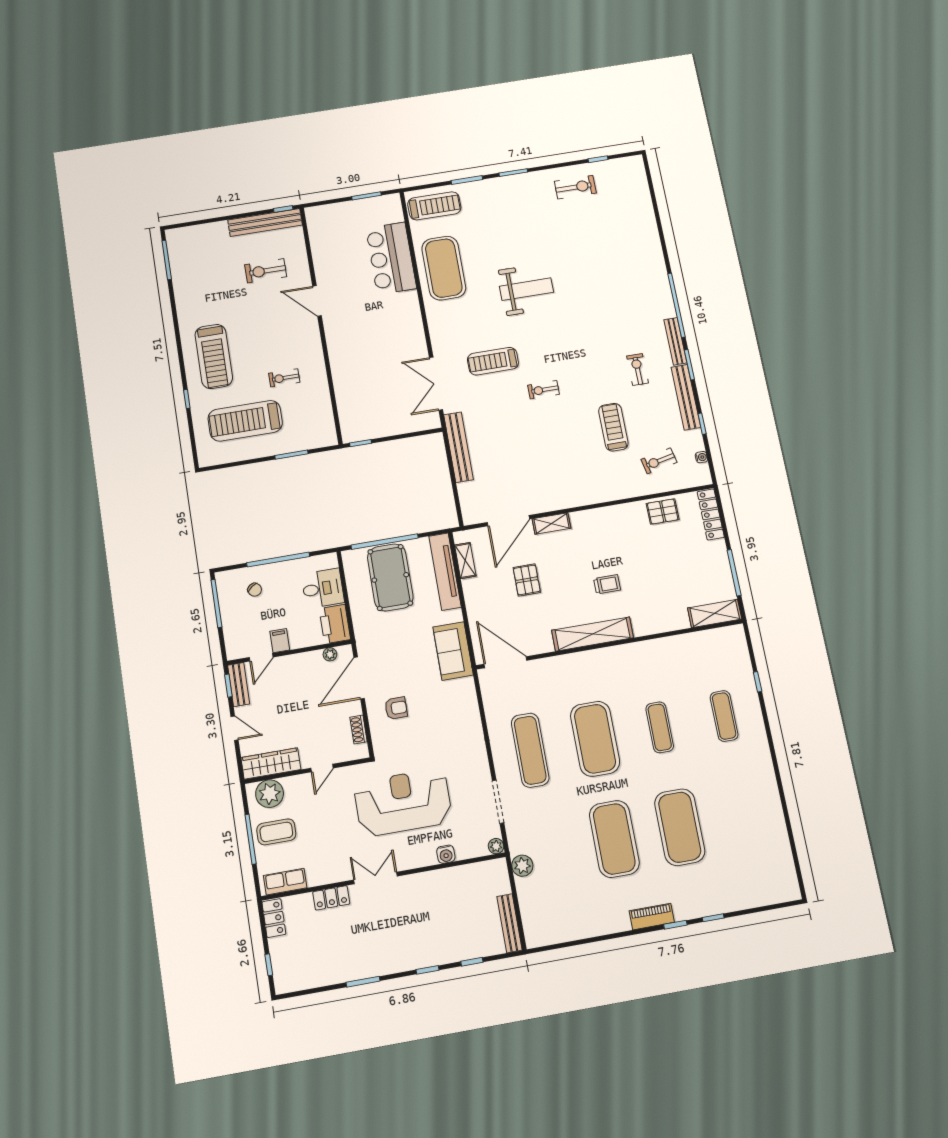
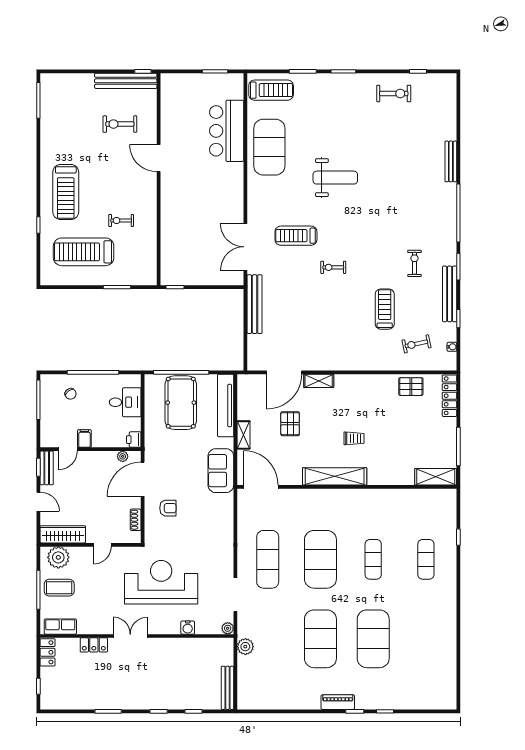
bench: (675, 341) -> (451, 161), moved
shelving: (465, 561) -> (243, 435), moved
printer: (335, 624) -> (134, 440), width x0.53, depth x0.68

